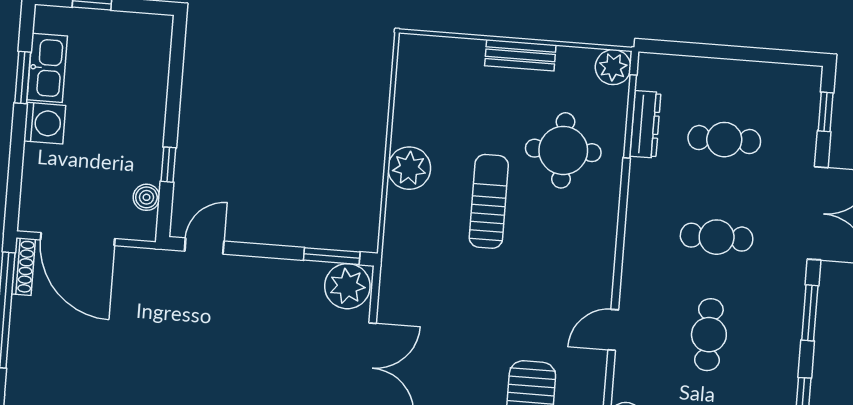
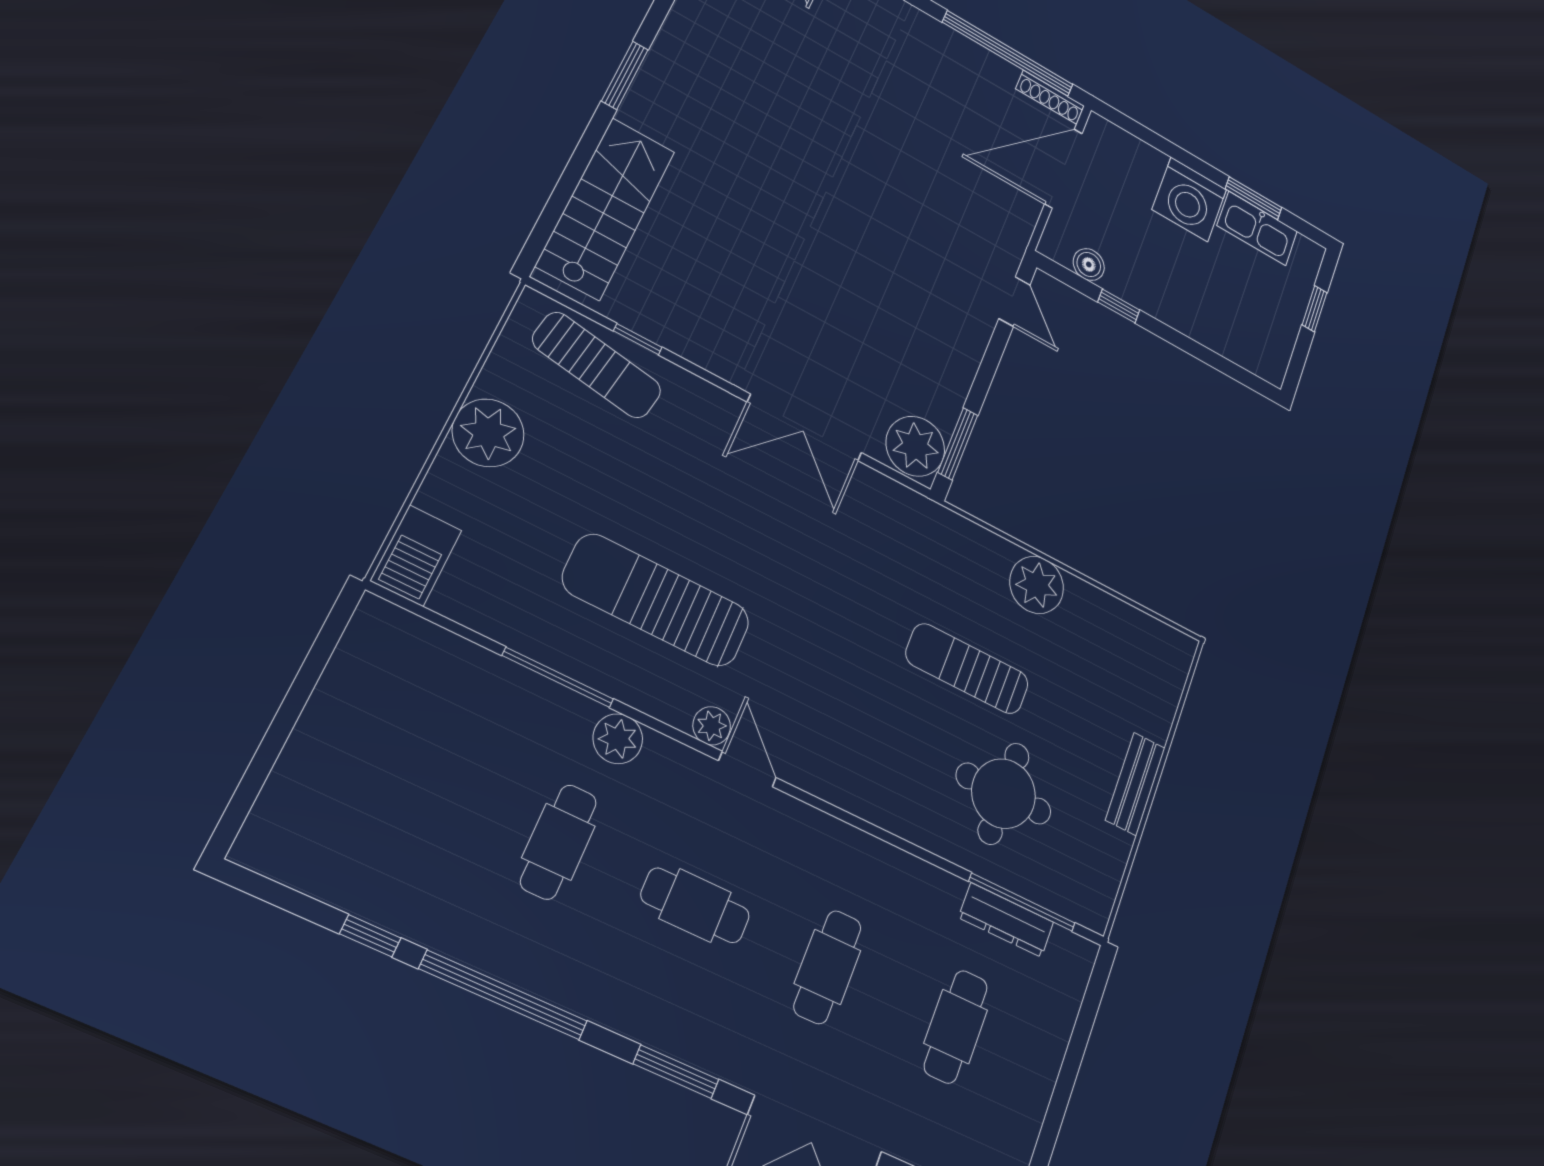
plant: (613, 67) -> (712, 726), moved, width x0.73, depth x0.73
washing machine: (45, 123) -> (1189, 199), width x1.37, depth x1.37
sun lounger: (489, 201) -> (967, 669), turned 180

